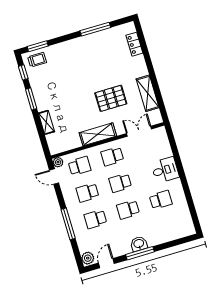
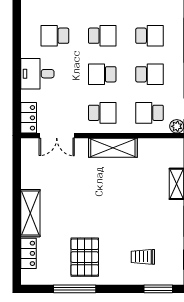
trolley: (37, 60) -> (143, 257), moved
shelving: (148, 93) -> (30, 213), moved
pallet: (111, 98) -> (85, 257), moved, turned 90
locker: (162, 138) -> (29, 118), added
school desk: (120, 183) -> (102, 74), turned 180

